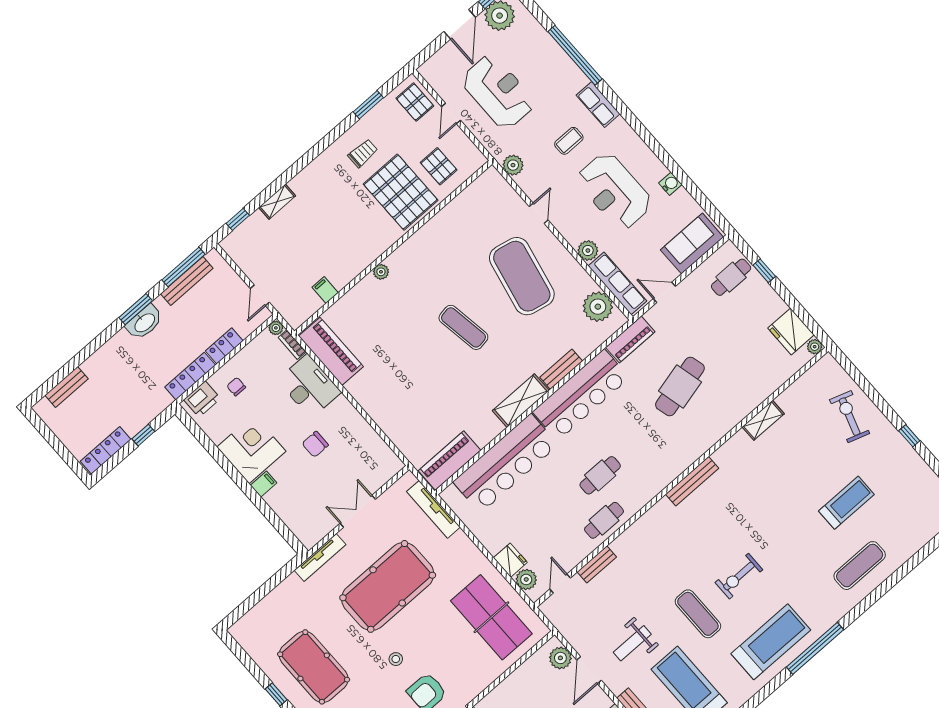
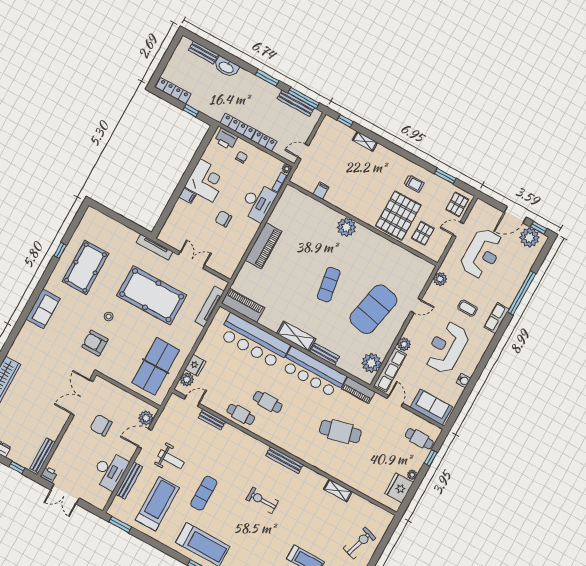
plant: (381, 272) -> (346, 227), width x1.88, depth x1.88
washbasin: (144, 322) -> (226, 67), moved
plant: (815, 347) -> (412, 475), moved
piano: (331, 351) -> (264, 246), moved
exercise bike: (739, 576) -> (262, 500), moved
weight bench: (632, 643) -> (171, 459), turned 180

